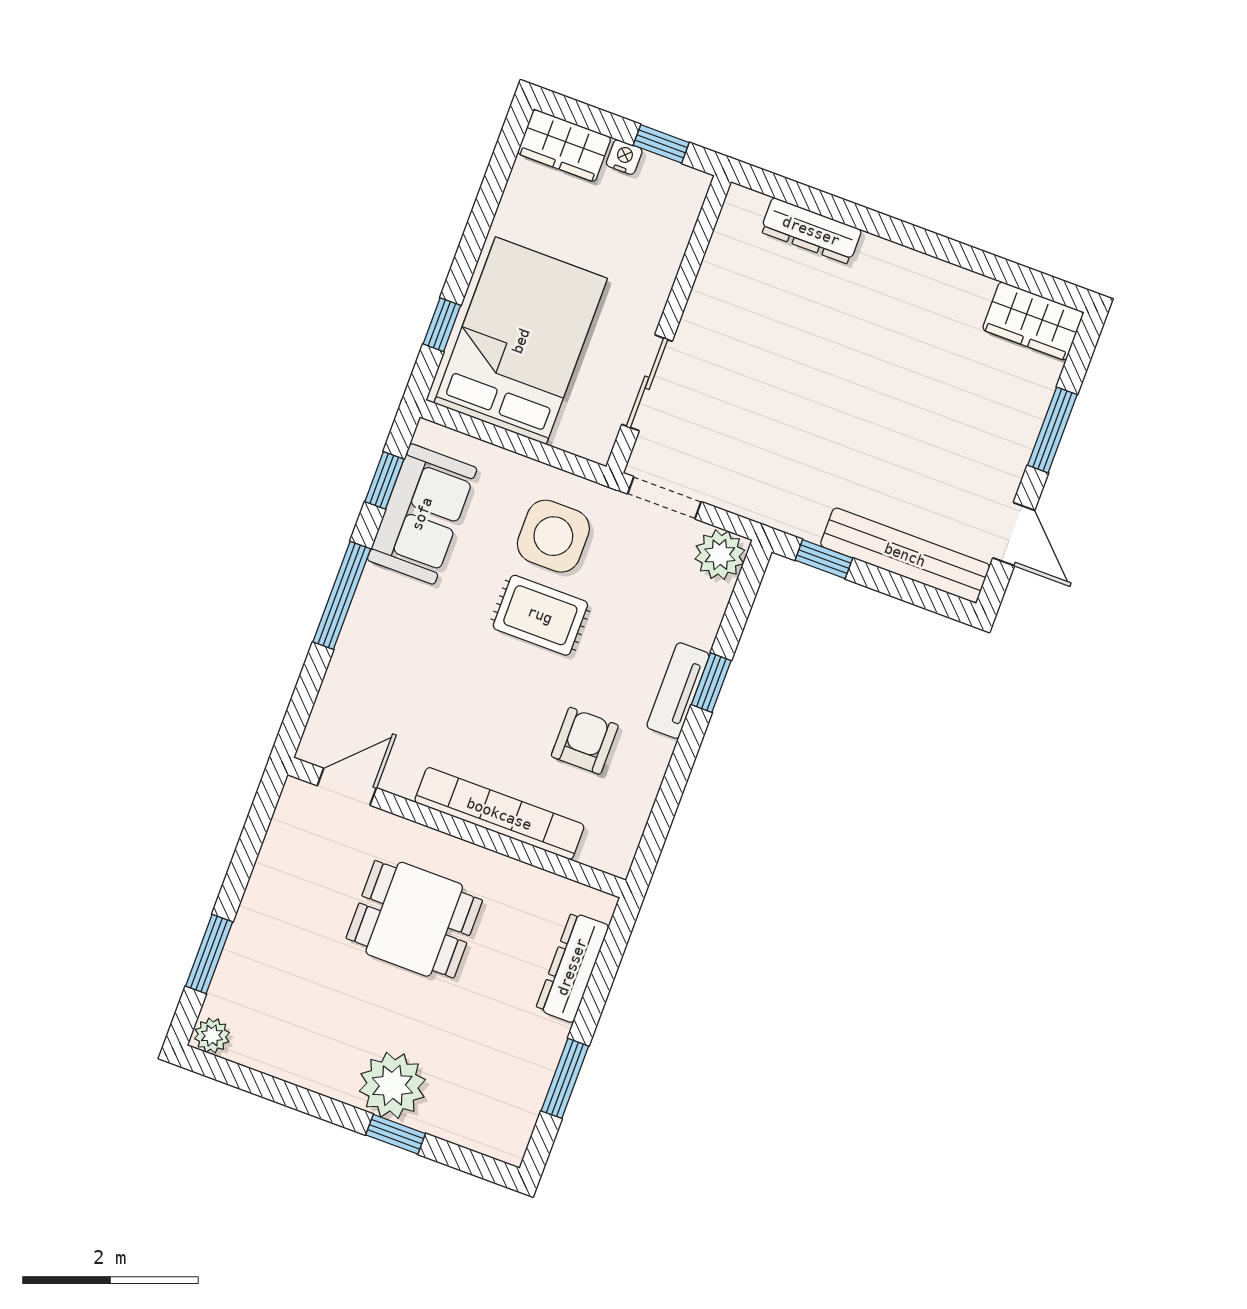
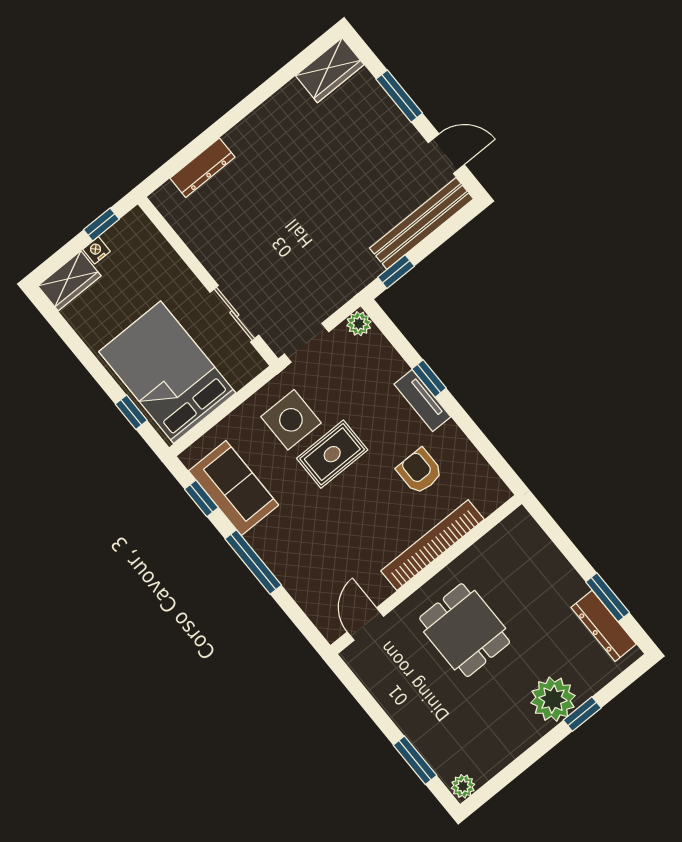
plant: (720, 555) -> (359, 324), width x0.73, depth x0.73
dining table: (414, 919) -> (465, 630), turned 90
dresser: (572, 967) -> (604, 626), moved

